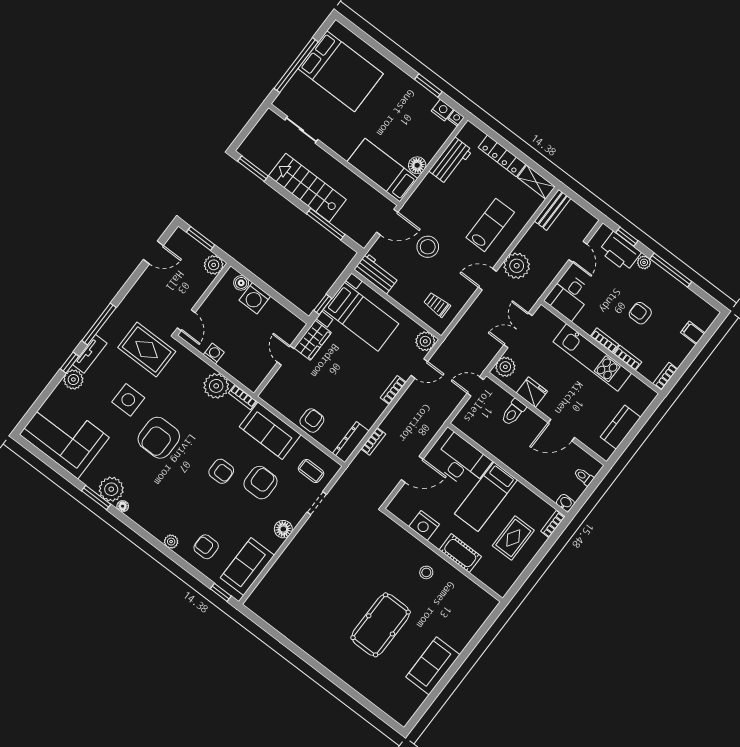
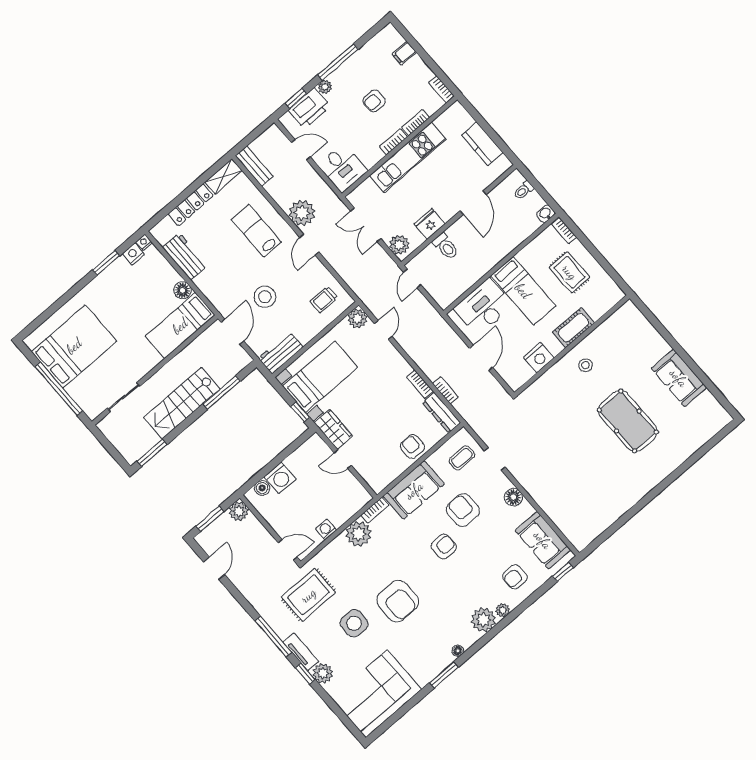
bookcase: (393, 390) -> (420, 384), moved
plant: (111, 489) -> (483, 620), moved

